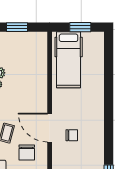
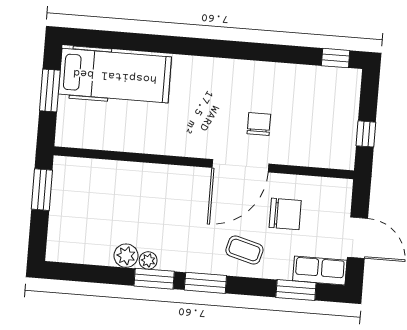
window: (17, 27) -> (42, 190), moved
hospital bed: (69, 60) -> (115, 76), moved

